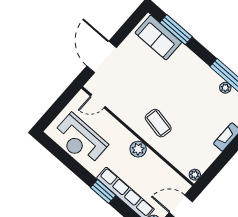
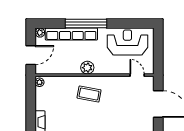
door: (98, 101) -> (137, 75), hinge flipped
window: (103, 191) -> (86, 23), width x2.11

